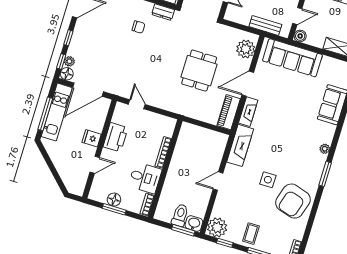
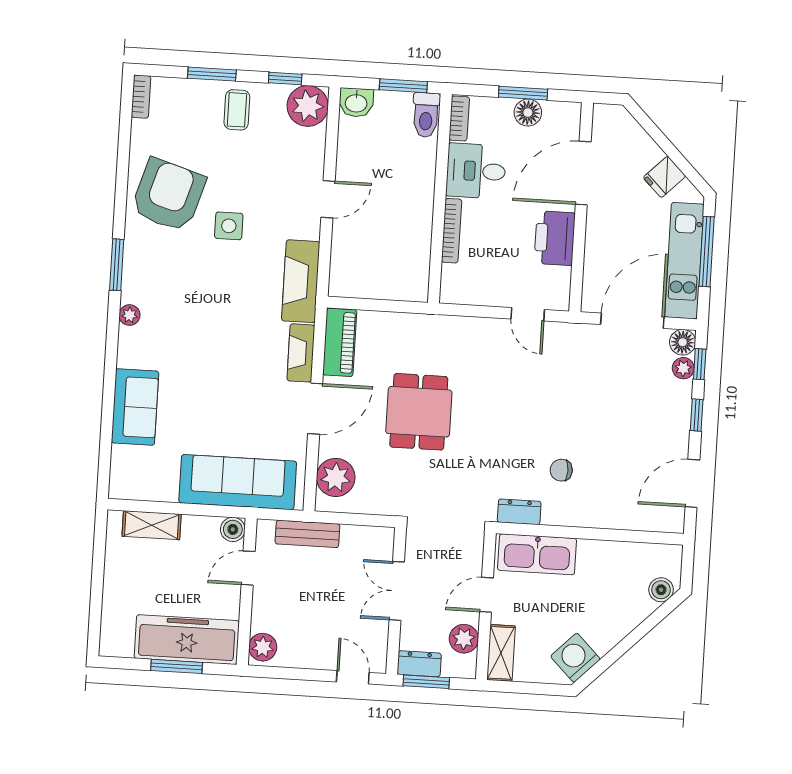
fridge: (92, 138) -> (664, 177), moved, turned 135
door: (95, 165) -> (583, 173), width x1.87
toilet: (180, 215) -> (426, 115), moved
window: (183, 230) -> (403, 86), moved

